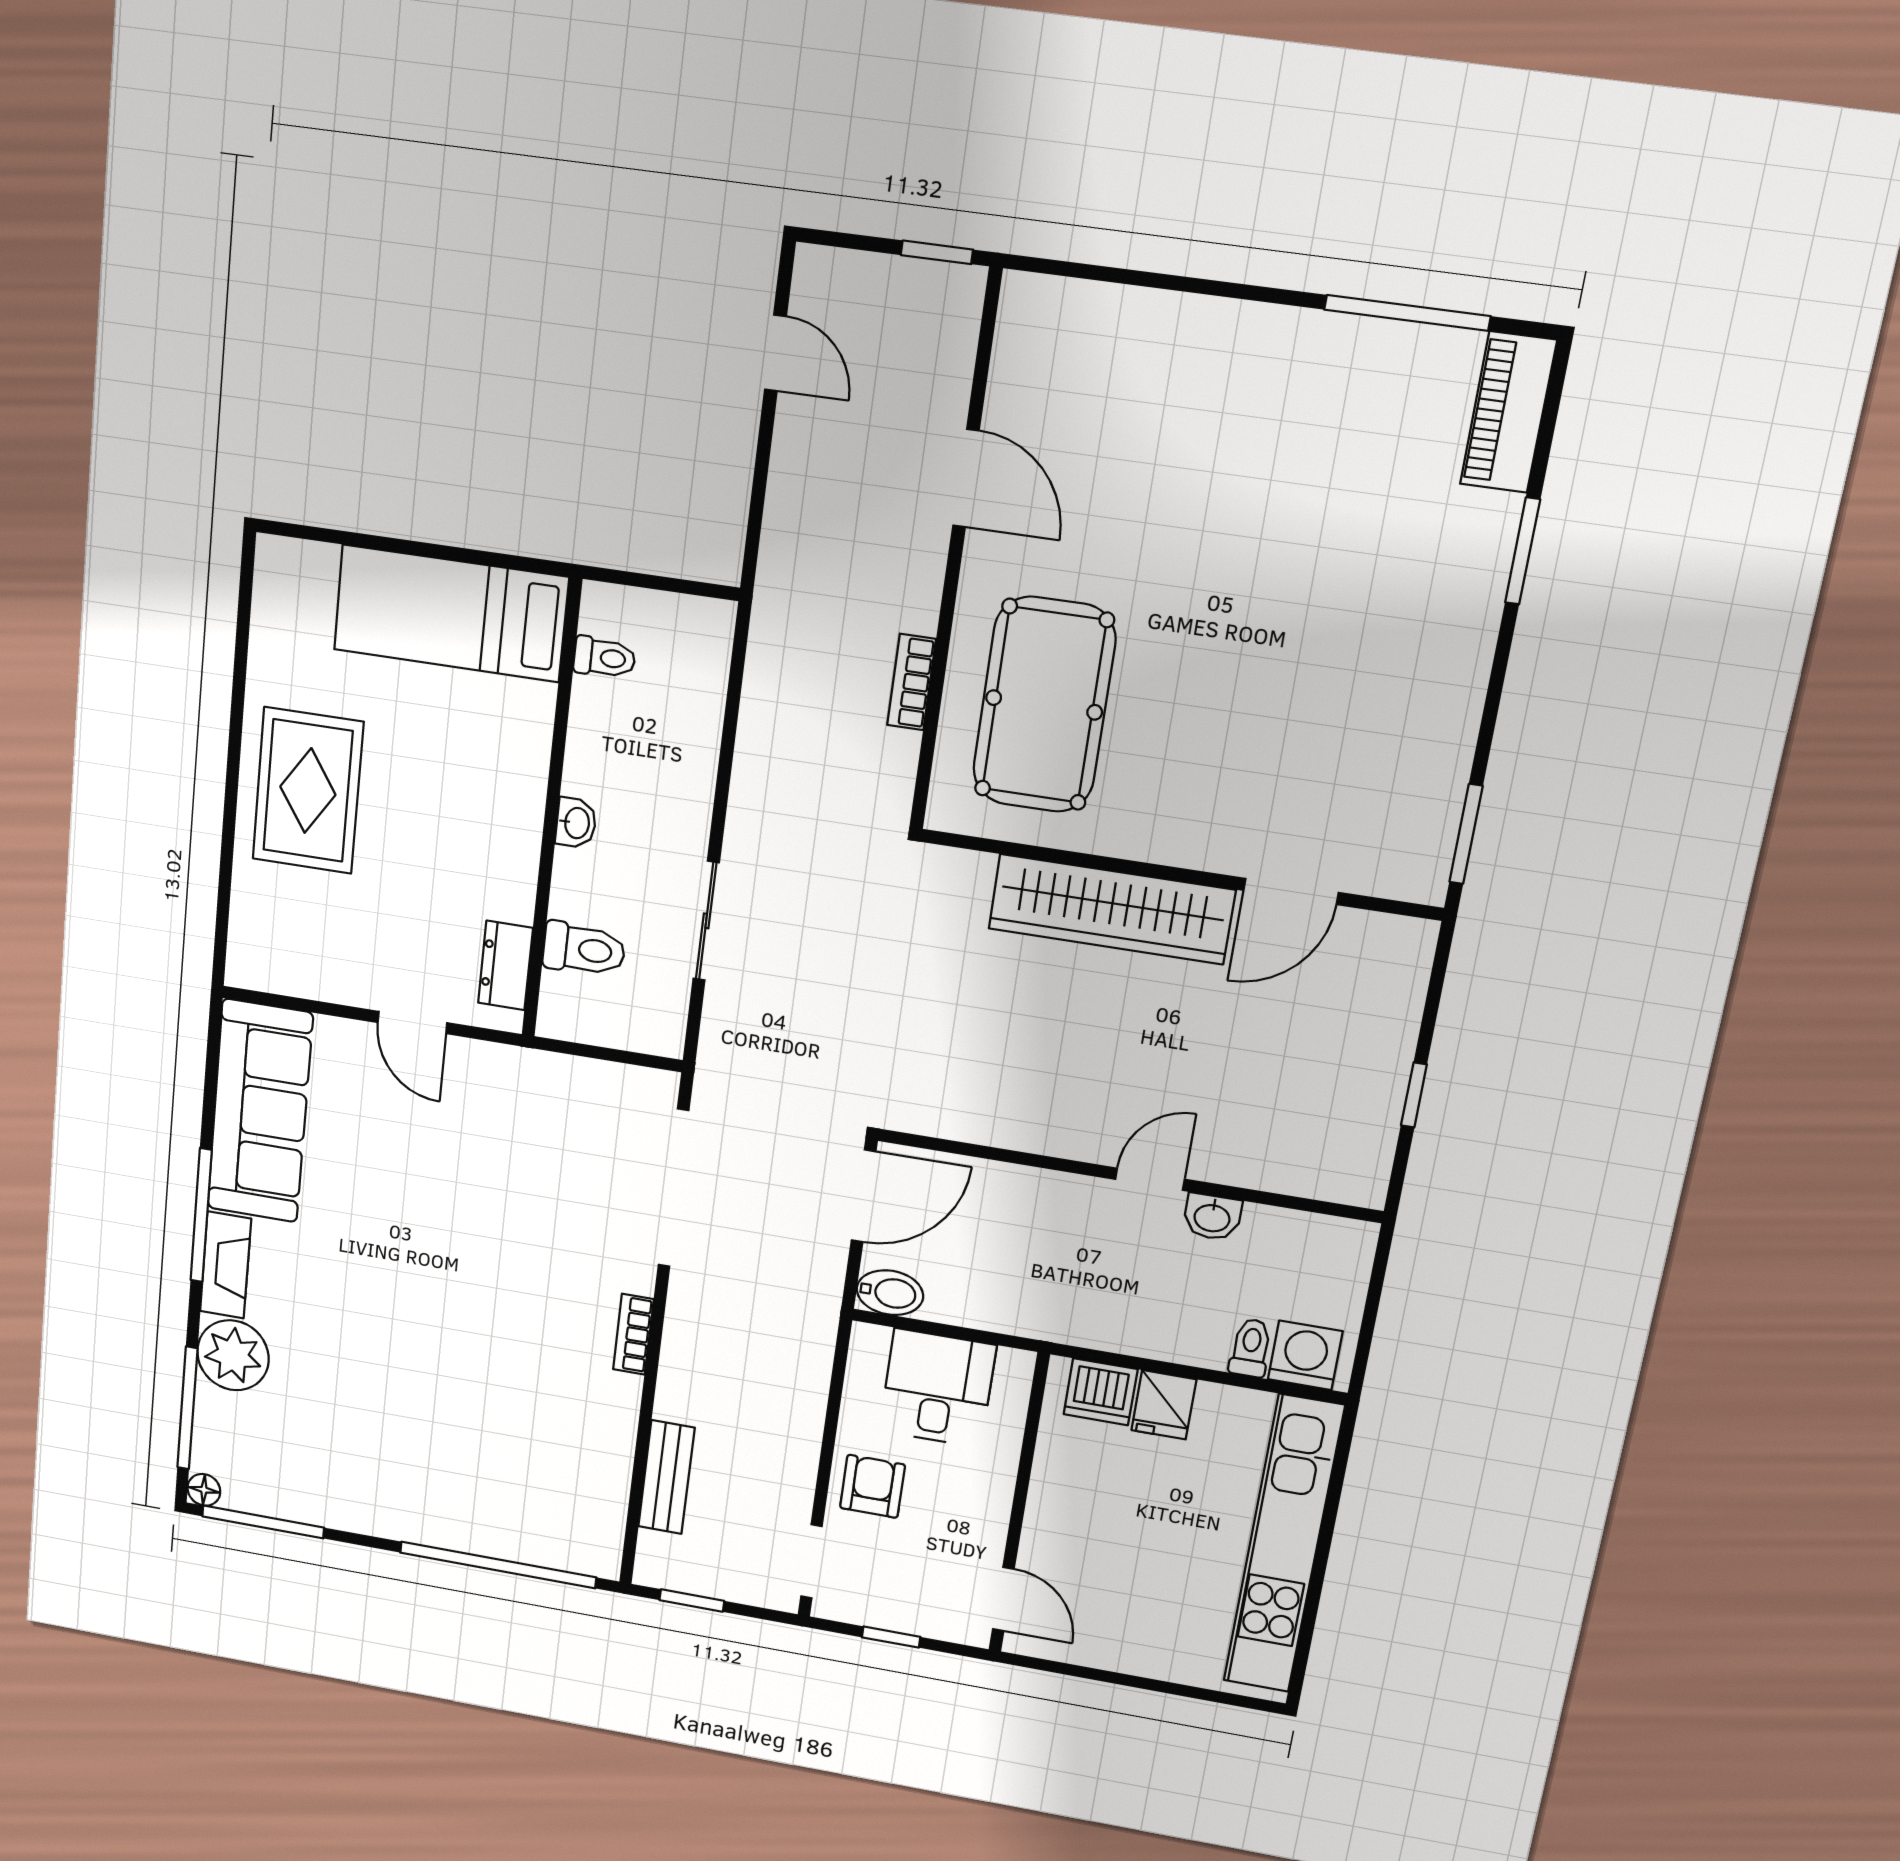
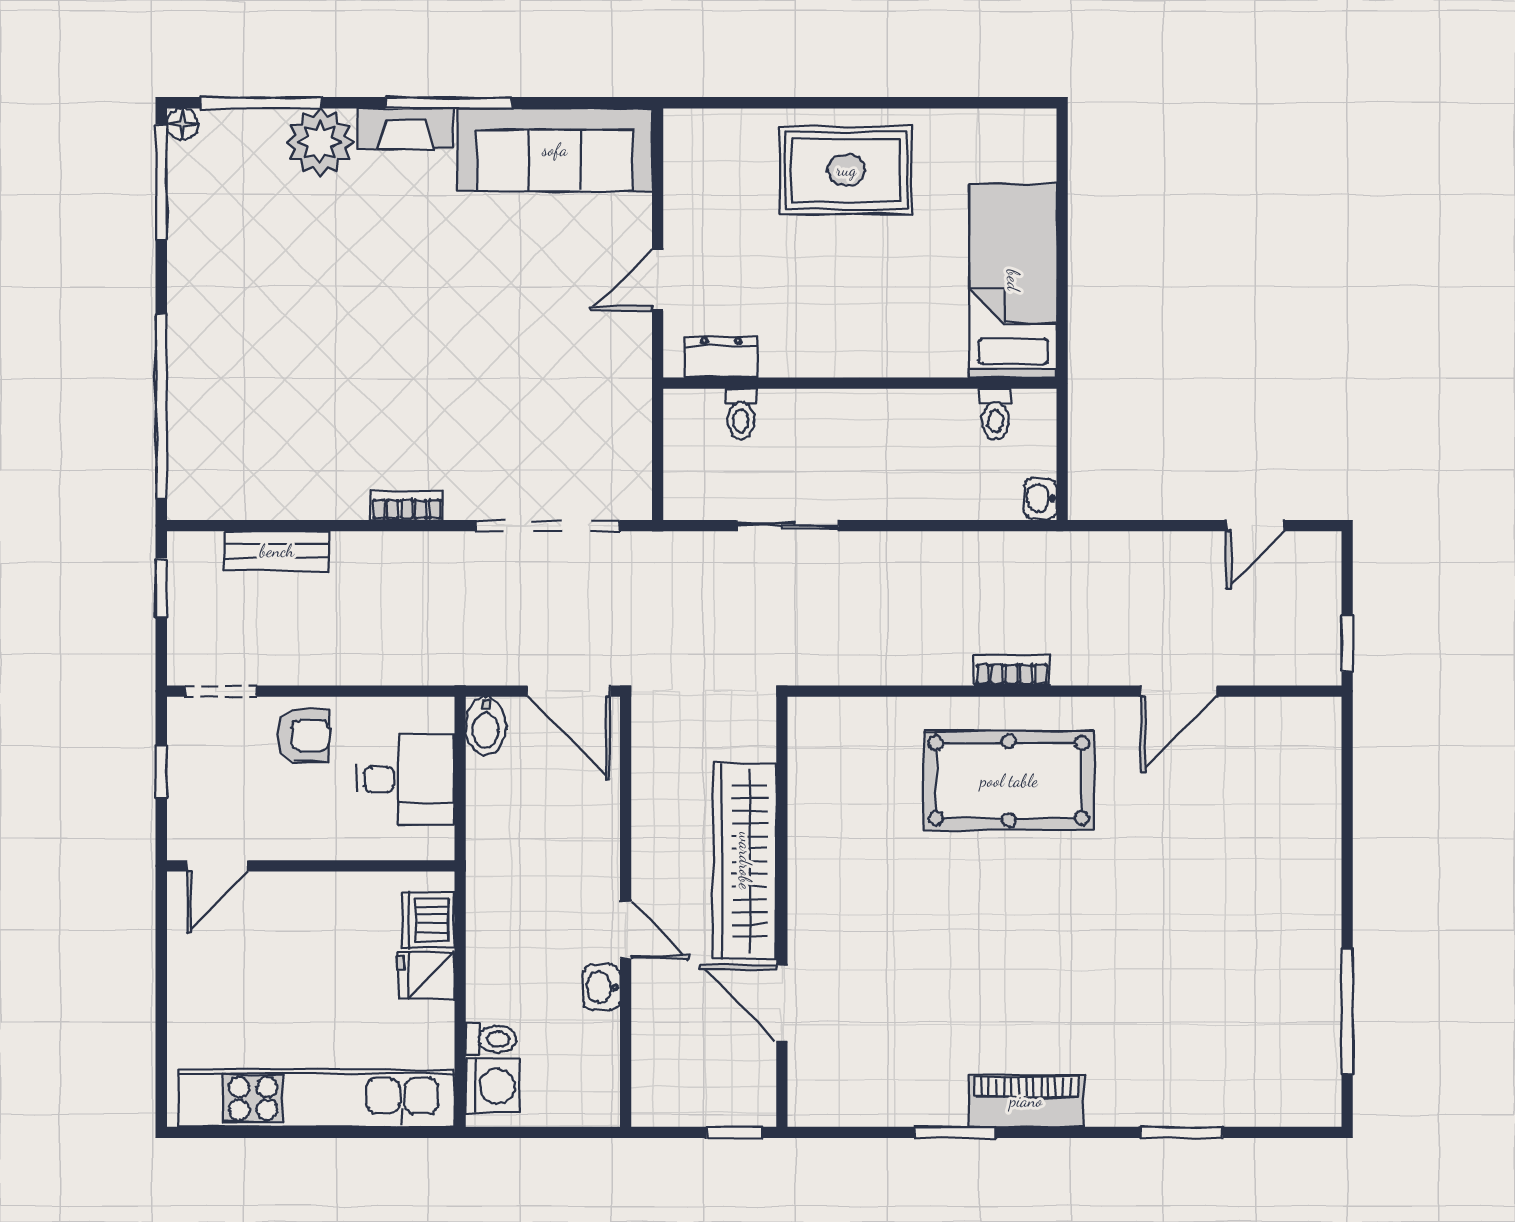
piano: (1508, 412) -> (1026, 1101), moved
washbasin: (576, 823) -> (1040, 498), moved, turned 90
wall: (1180, 875) -> (782, 912), moved
door: (1291, 891) -> (782, 1003), moved
wardrobe: (1111, 909) -> (745, 861), moved
toilet: (584, 949) -> (741, 414), width x0.73, depth x0.72

